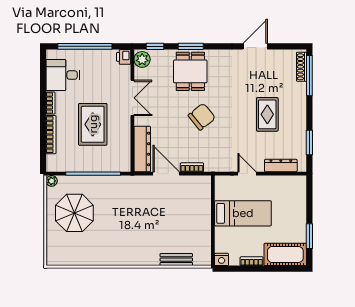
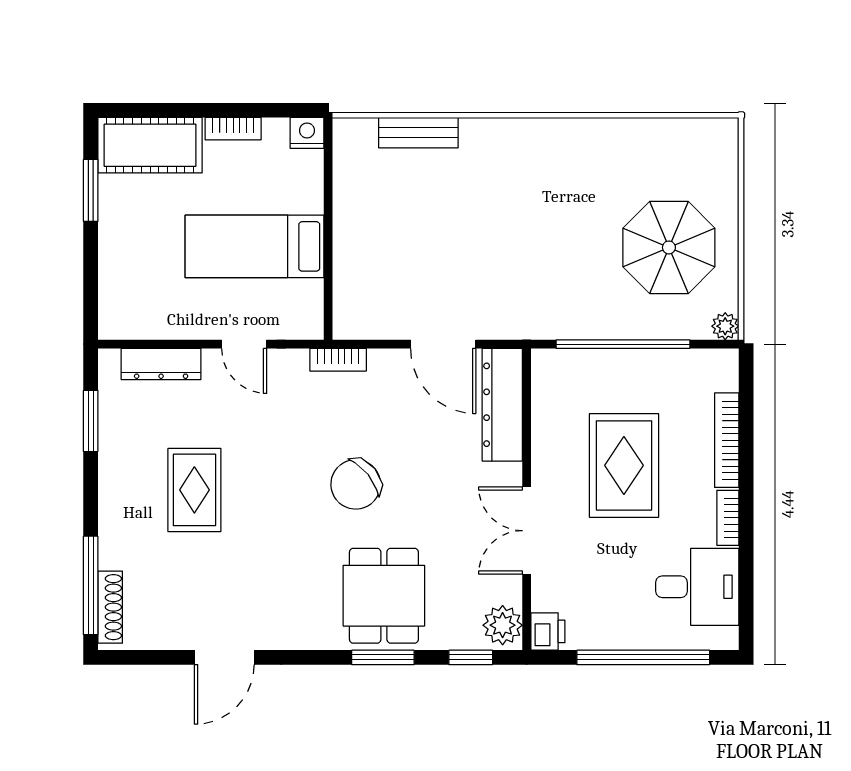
bookcase: (192, 167) -> (338, 360), moved

